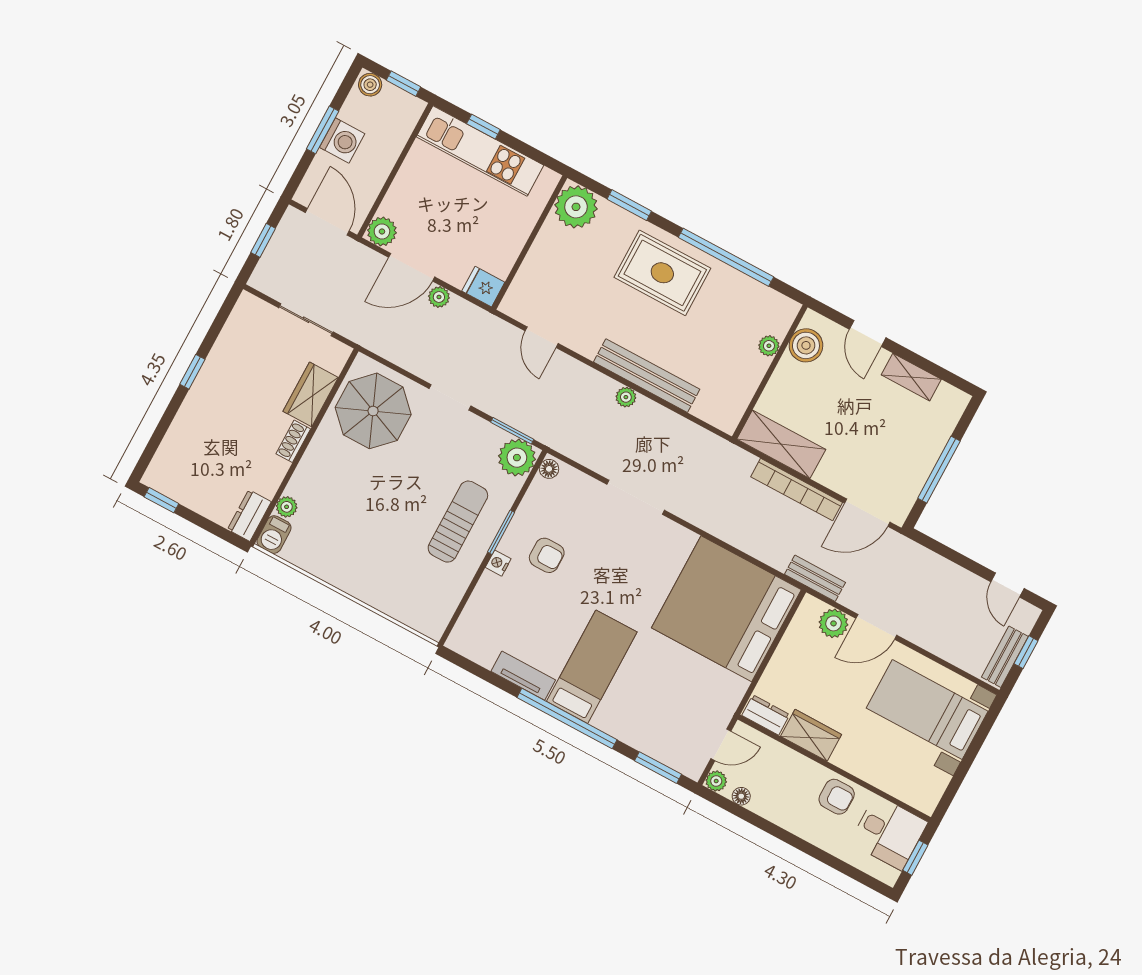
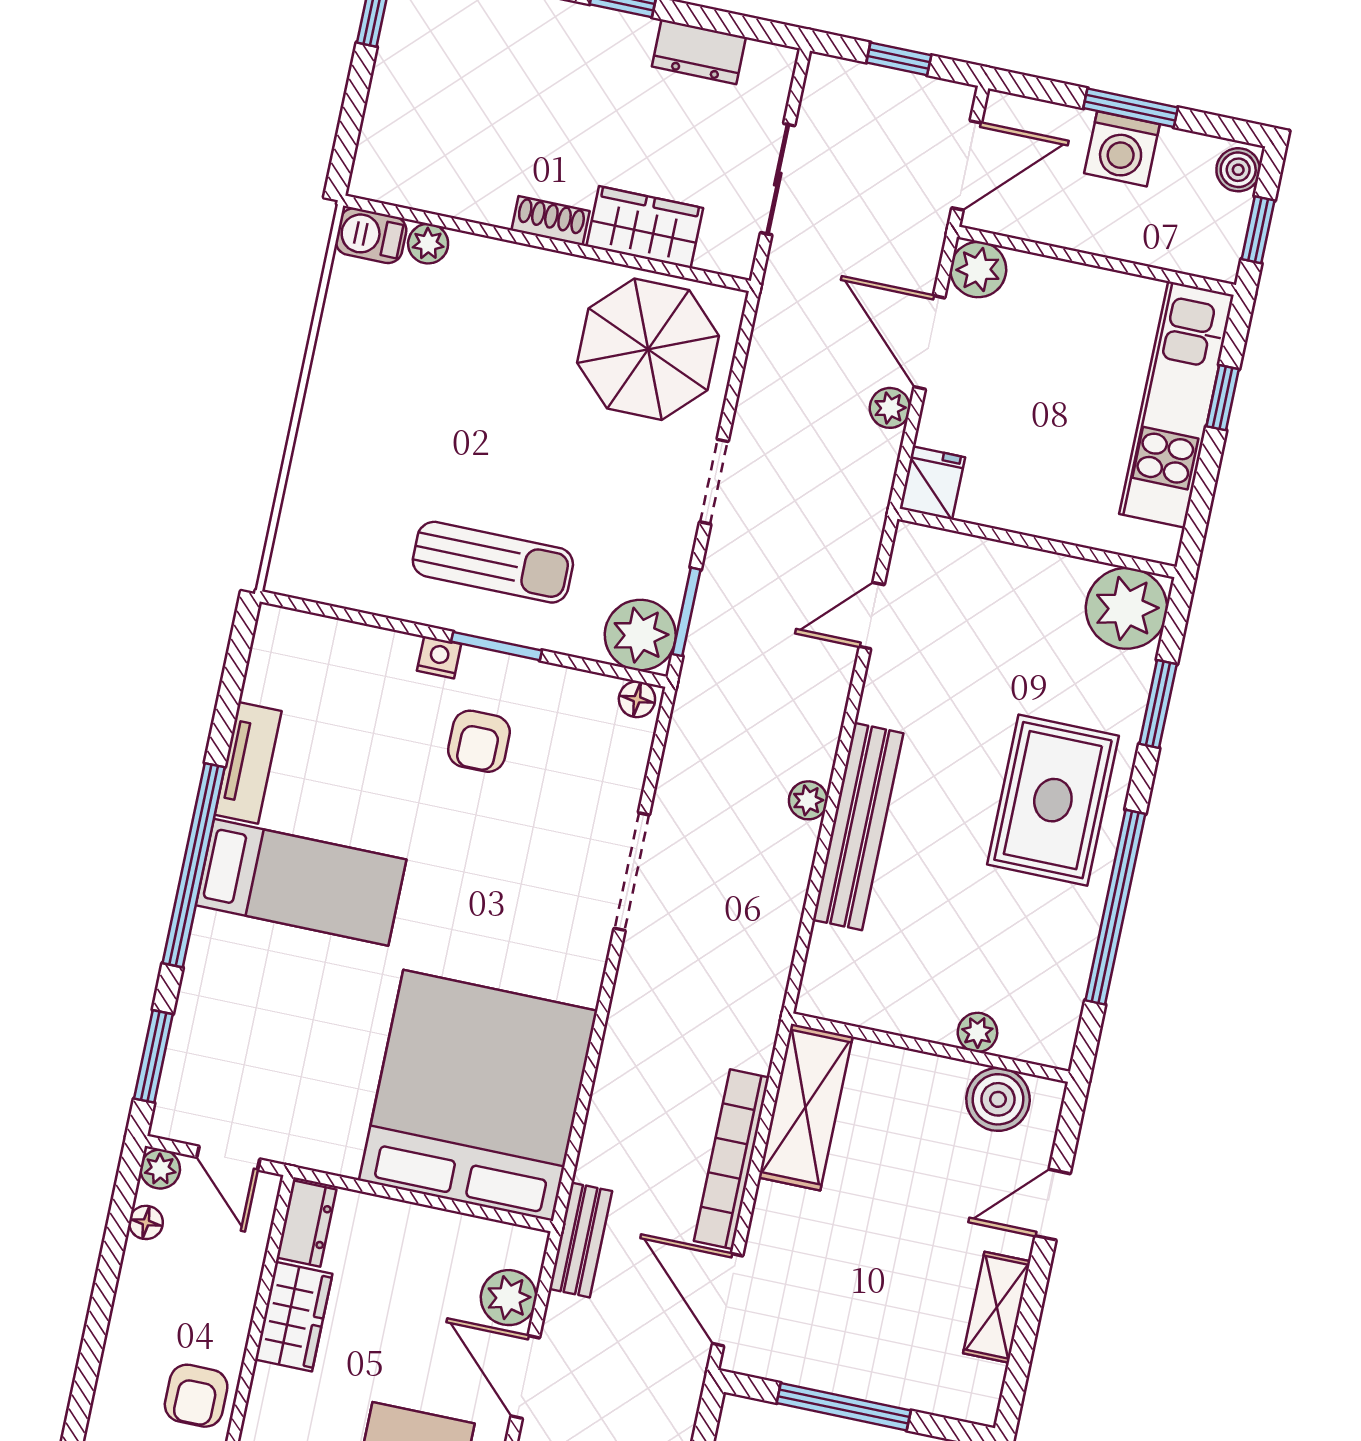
dresser: (249, 516) -> (699, 52), moved, turned 180

